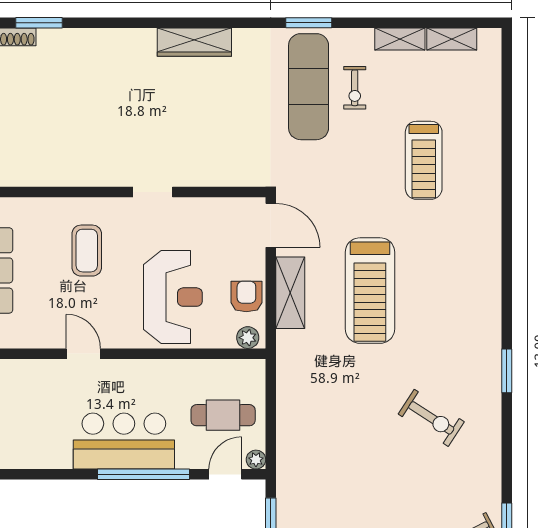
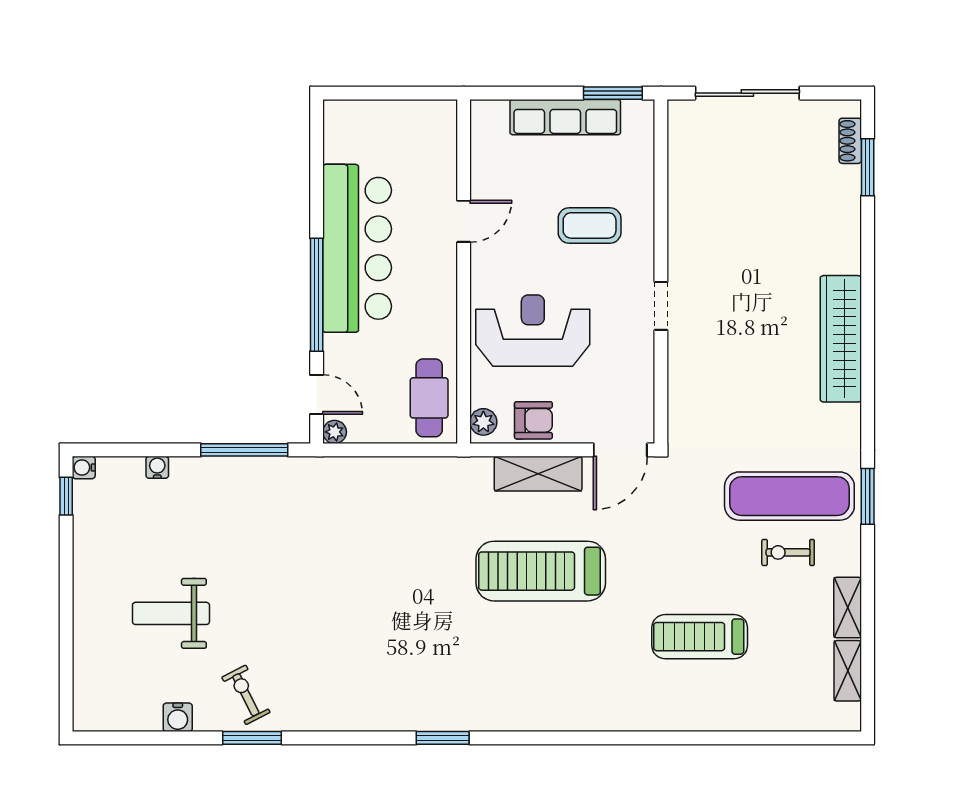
wardrobe: (194, 42) -> (841, 339), width x1.40, depth x1.17
reception desk: (173, 297) -> (533, 331), turned 180
cafe table: (223, 415) -> (429, 398), moved
exercise bike: (431, 418) -> (385, 646), removed
bar counter: (124, 441) -> (357, 248), width x1.36

